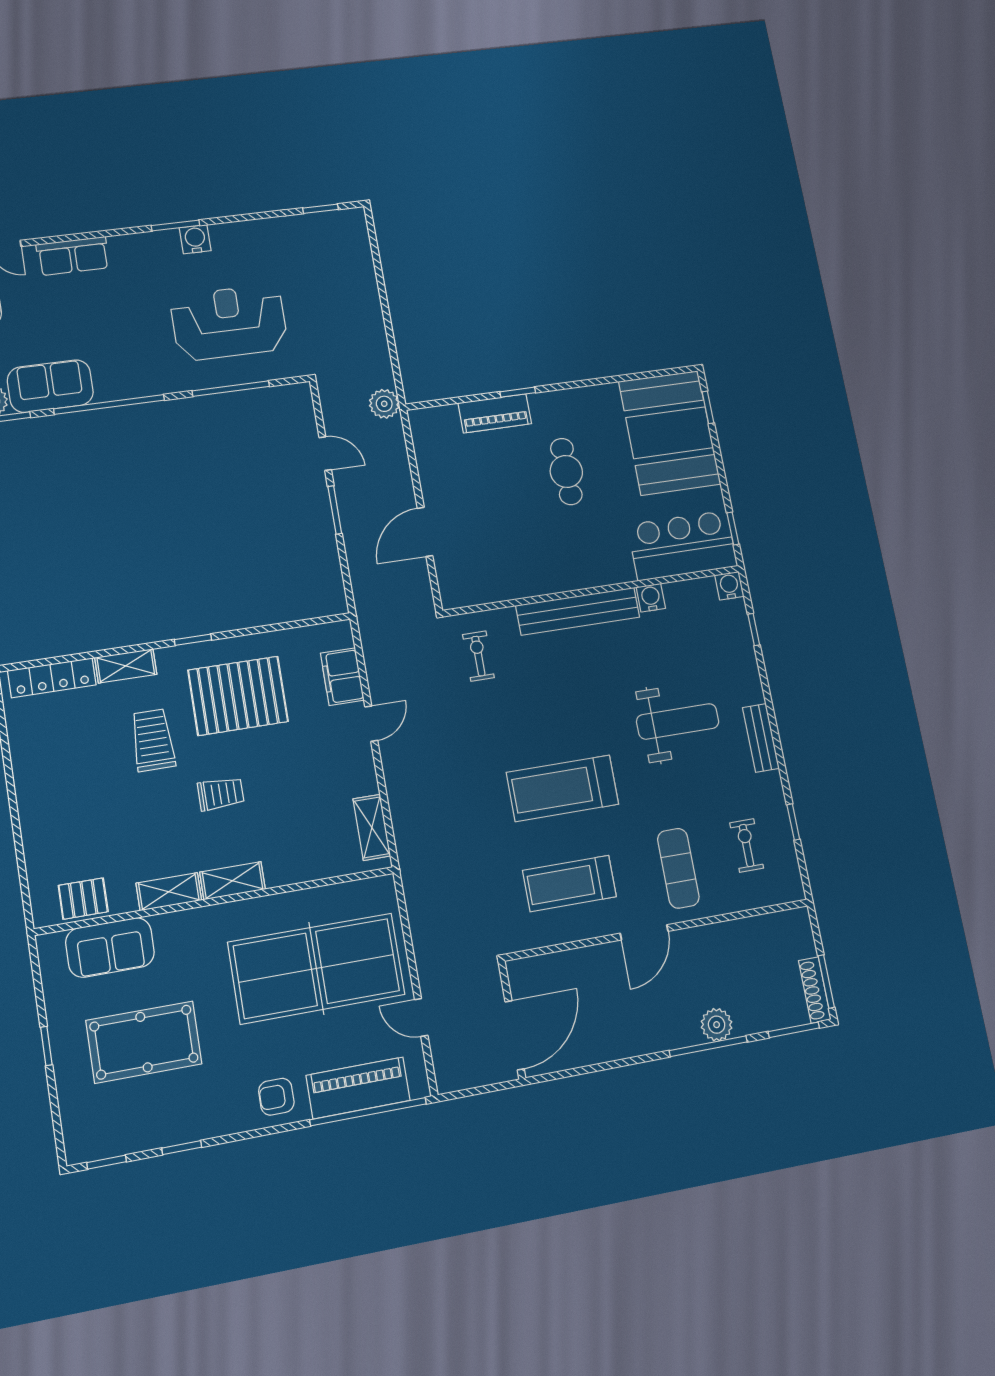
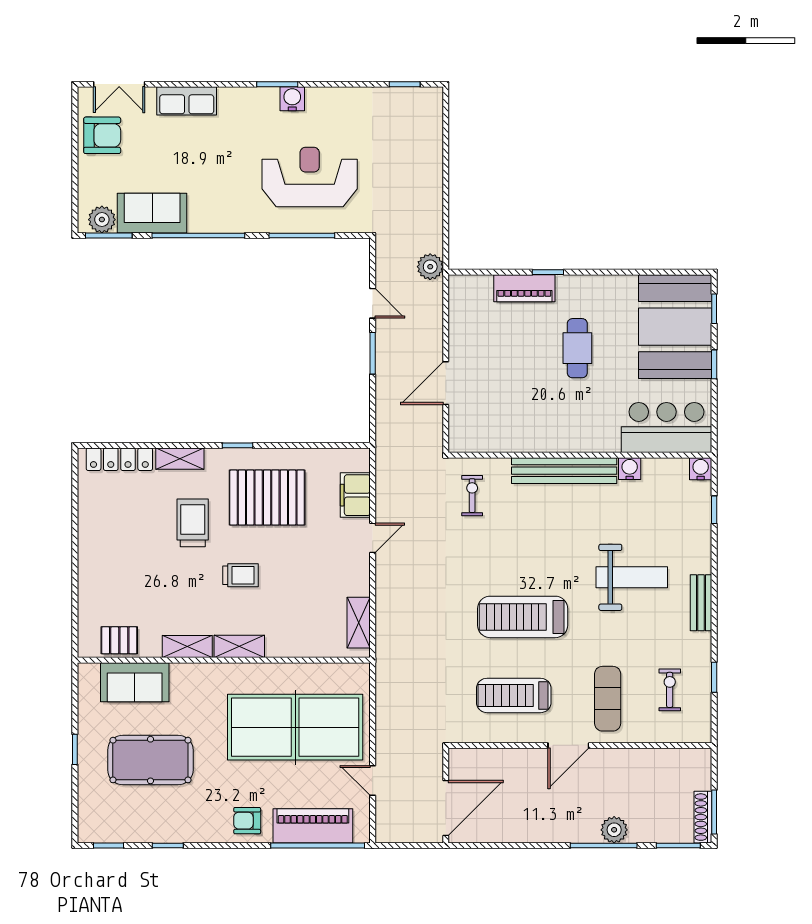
window: (733, 528) -> (714, 364), moved

